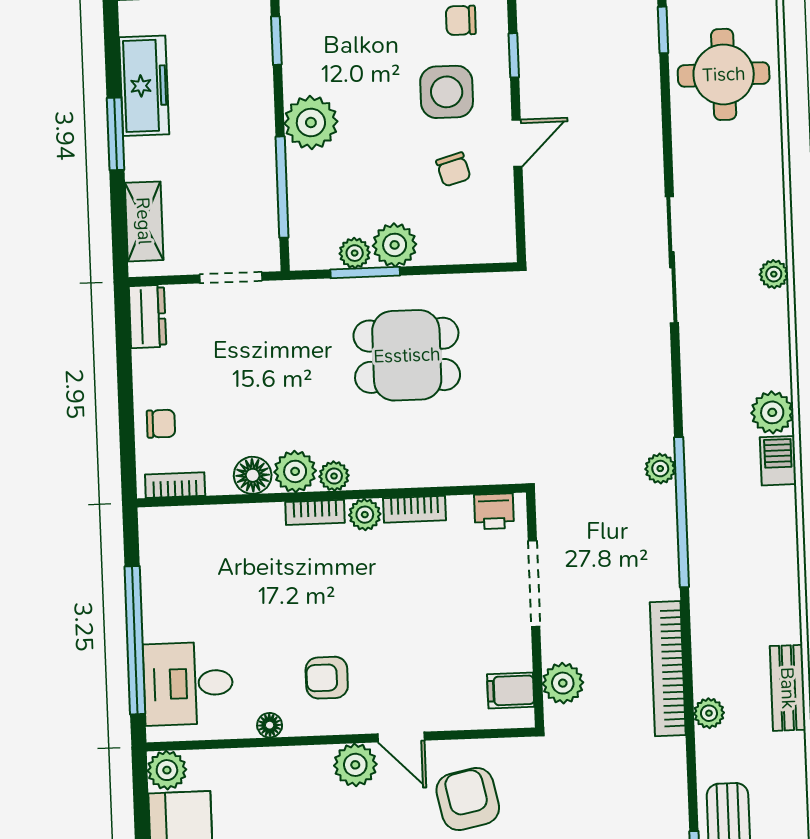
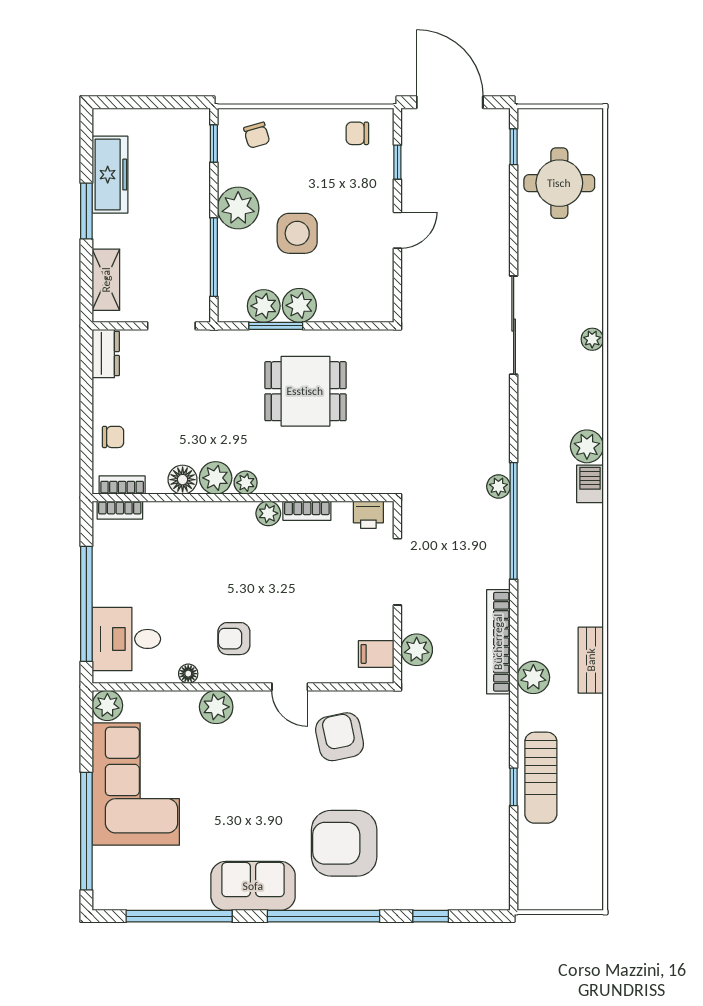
side table: (447, 92) -> (297, 233), moved
chair: (453, 169) -> (257, 135), moved
plant: (355, 253) -> (264, 306), width x1.38, depth x1.38
bookcase: (315, 512) -> (120, 510), moved
plant: (709, 713) -> (533, 677), width x1.38, depth x1.38
plant: (355, 765) -> (216, 707), moved

